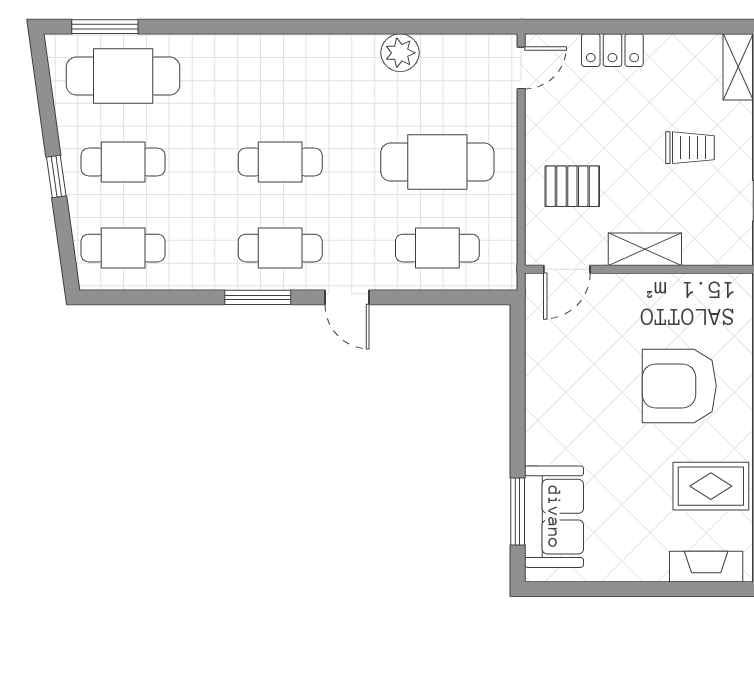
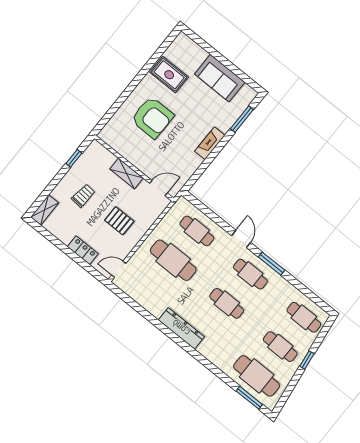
dresser: (325, 53) -> (181, 328), added
plant: (400, 53) -> (156, 308), removed
trolley: (690, 148) -> (83, 196), turned 95
pallet: (572, 186) -> (119, 221), moved
sofa: (554, 517) -> (220, 78), moved, turned -90
fireplace: (706, 567) -> (210, 143), moved, turned 90

